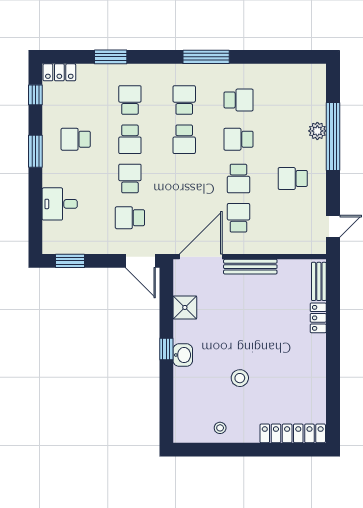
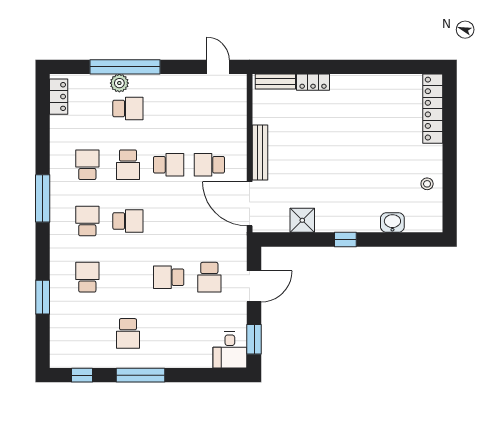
locker: (59, 72) -> (59, 97), moved
school desk: (130, 100) -> (87, 277), turned 90
school desk: (184, 100) -> (87, 221), turned 90
school desk: (130, 139) -> (128, 277), removed
window: (35, 151) -> (141, 375), width x1.44
school desk: (293, 178) -> (128, 109), moved, turned -90
desk: (60, 204) -> (230, 350), moved
door: (140, 261) -> (254, 286), moved
washbasin: (183, 355) -> (392, 222), moved
stool: (240, 378) -> (375, 163), removed

